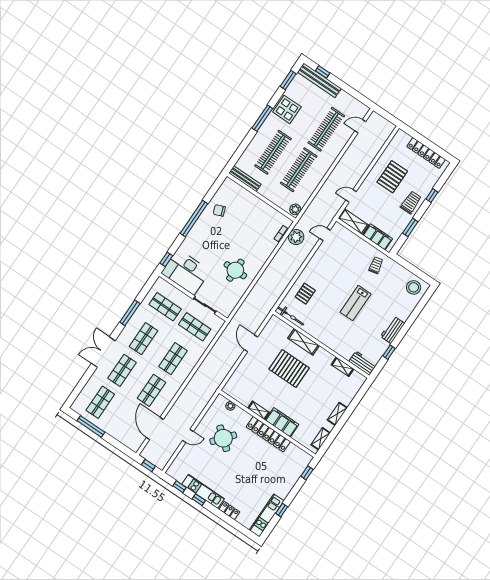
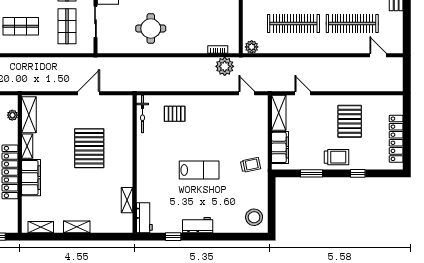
pallet: (392, 177) -> (350, 121), turned 90
lab bench: (355, 303) -> (199, 170), turned 180
shelving: (303, 342) -> (29, 115), moved

